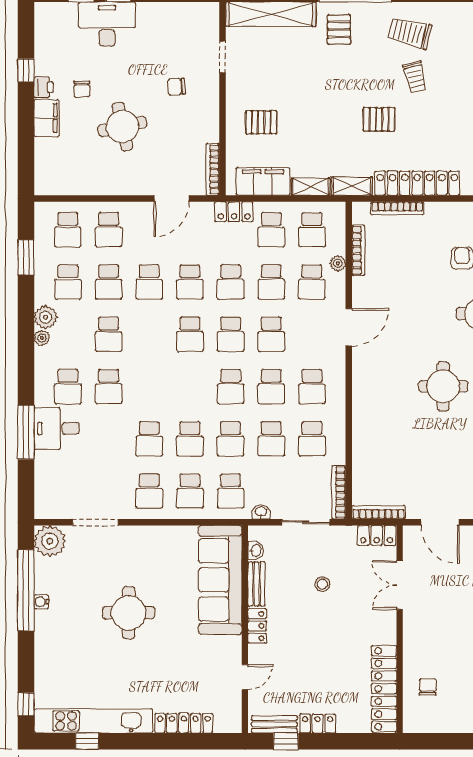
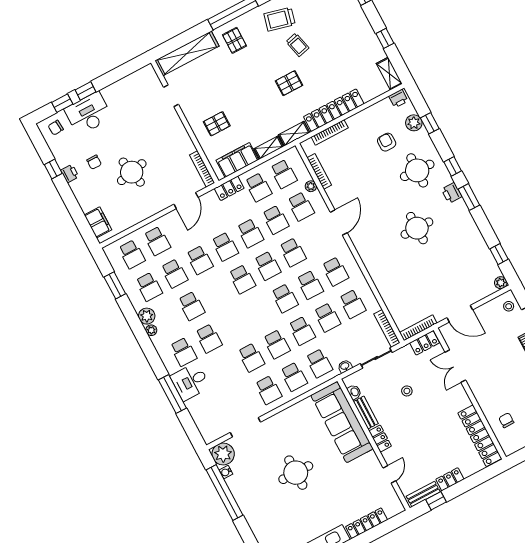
chair: (177, 87) -> (56, 128), moved
filing cabinet: (47, 118) -> (98, 222), moved
water cooler: (41, 602) -> (226, 472), moved

